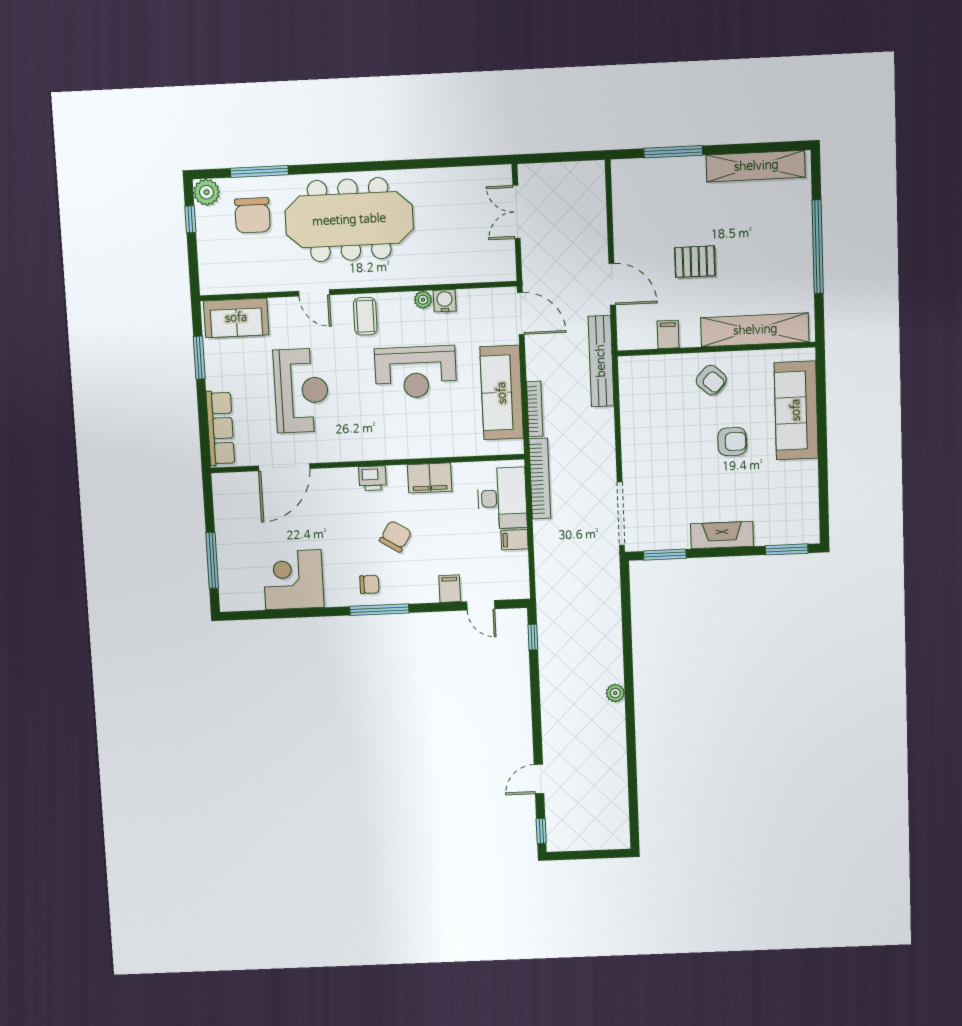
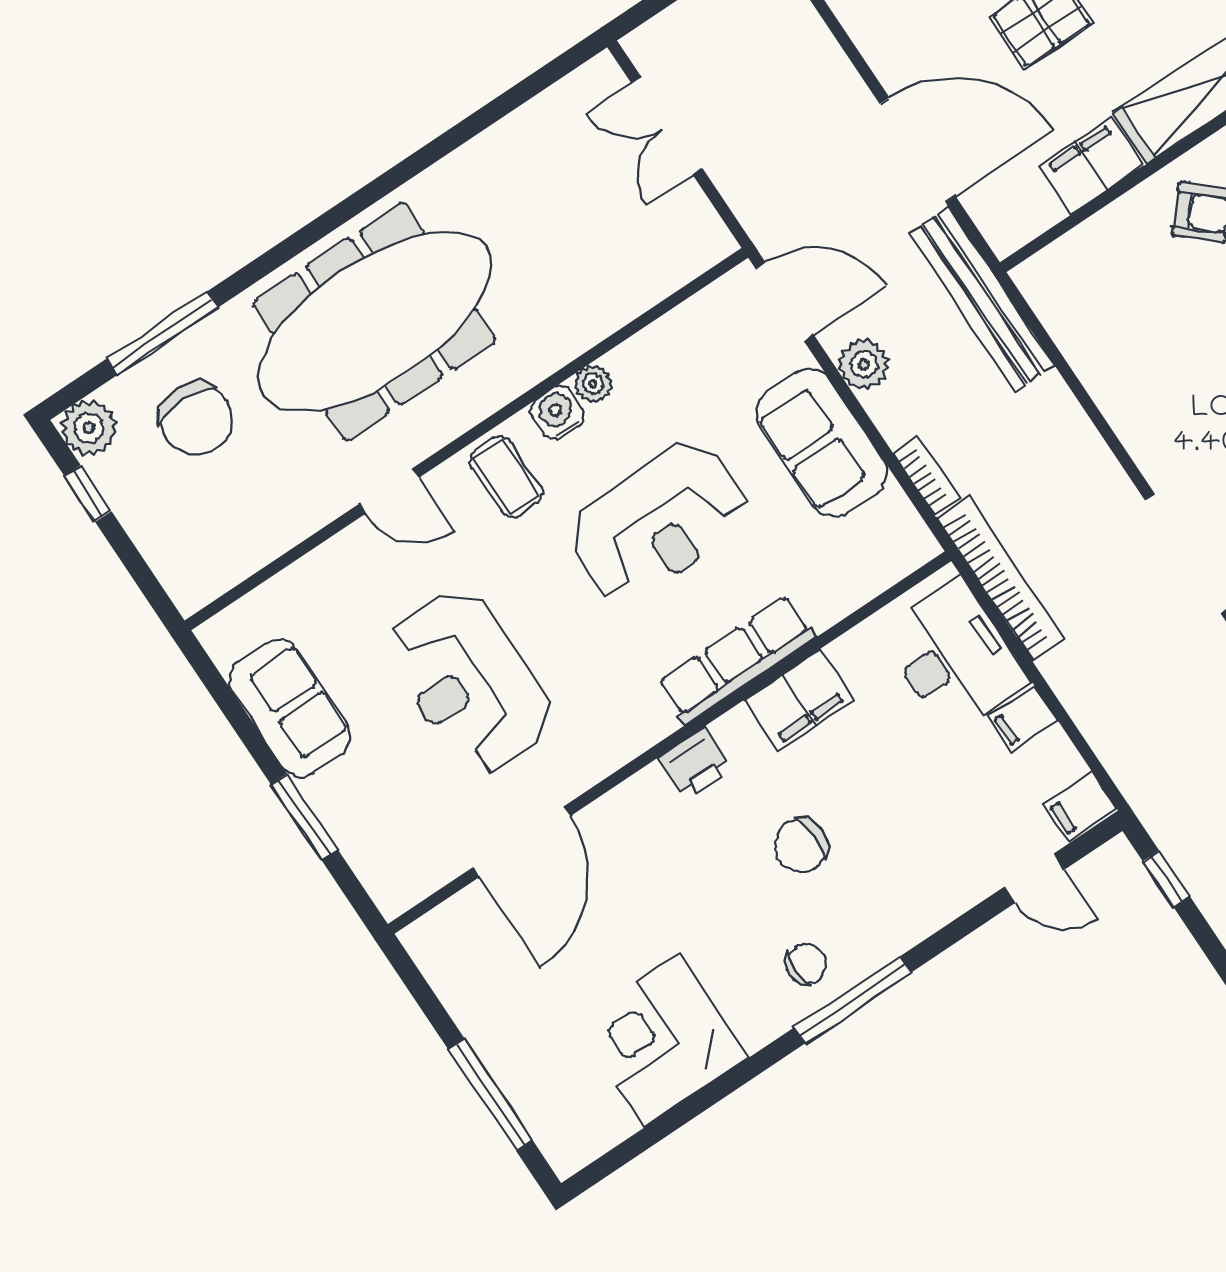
door: (612, 284) -> (917, 150), width x1.36
water cooler: (445, 301) -> (557, 413), moved
sofa: (236, 318) -> (290, 708), moved, turned -90
filing cabinet: (668, 334) -> (1092, 166), width x2.00
window: (199, 358) -> (304, 817), moved
plant: (537, 359) -> (864, 364), added
reception desk: (301, 391) -> (470, 682), turned 180
sofa: (502, 393) -> (822, 443), width x0.73
bookcase: (535, 409) -> (926, 476), width x0.64
row of seats: (220, 428) -> (737, 660), moved, turned -90
chair: (395, 536) -> (801, 845), turned -125
filing cabinet: (450, 589) -> (1080, 807), moved, turned -90

